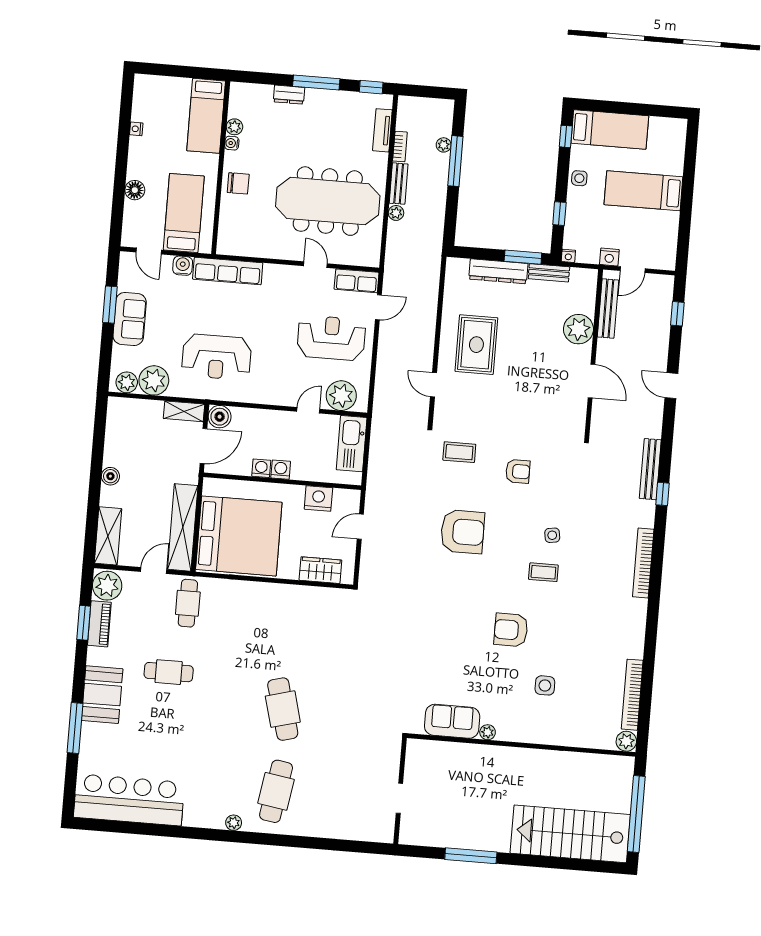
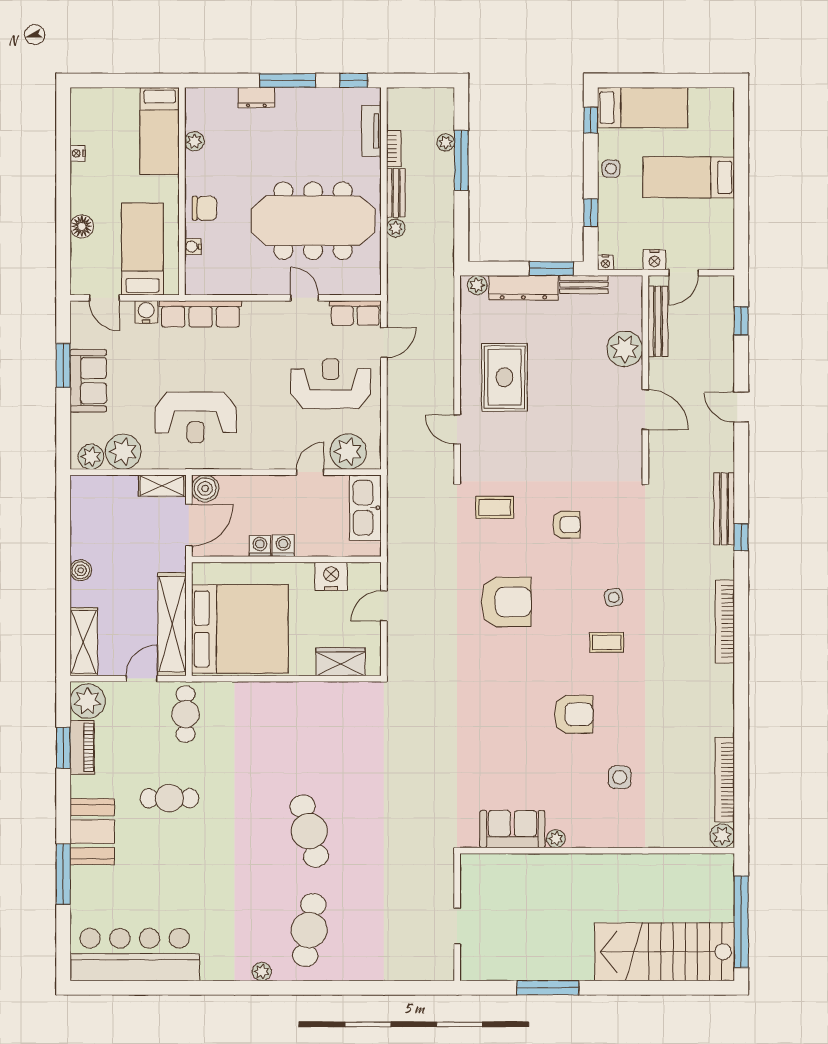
water cooler: (232, 143) -> (193, 247), moved
plant: (460, 266) -> (477, 285), added
armchair: (511, 630) -> (574, 714), turned 180

